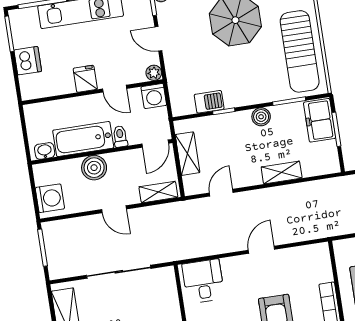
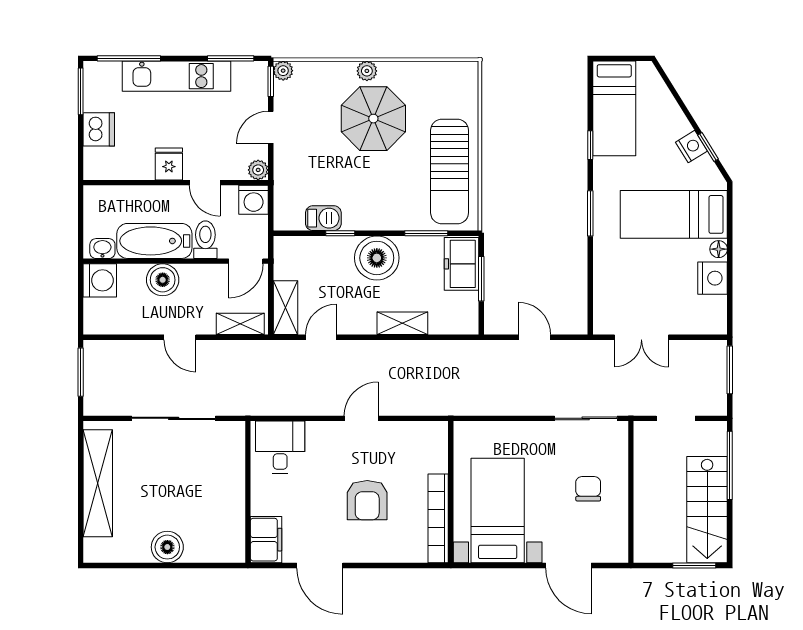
door: (158, 39) -> (271, 127), hinge flipped
boiler: (261, 117) -> (377, 258), width x1.86, depth x1.86
toilet: (120, 136) -> (205, 240), width x1.37, depth x1.39
shelving: (188, 154) -> (285, 308), moved
washing machine: (50, 198) -> (100, 280), moved

